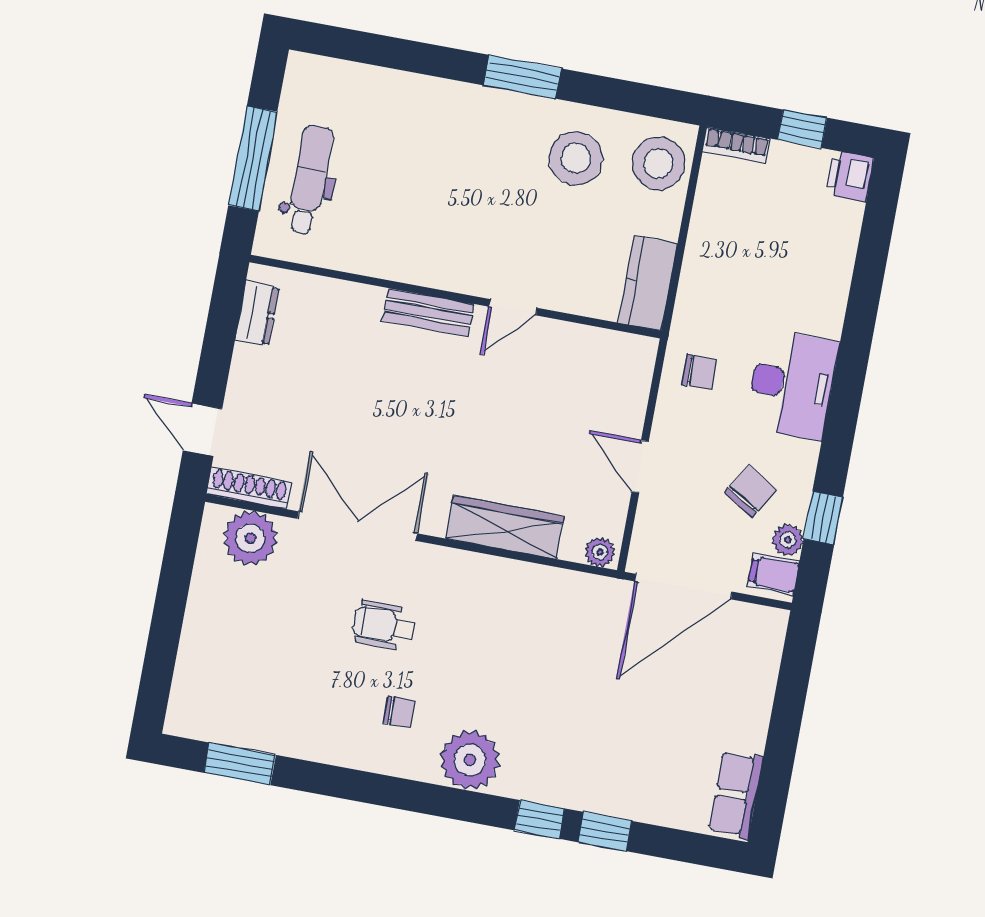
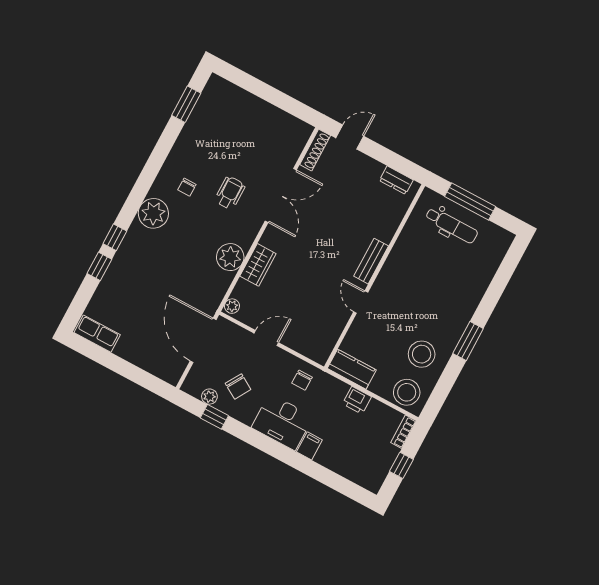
printer: (850, 176) -> (357, 400), moved, turned 180
wardrobe: (505, 527) -> (258, 265), width x0.67
plant: (250, 538) -> (230, 257), moved
filing cabinet: (774, 574) -> (309, 446), moved

